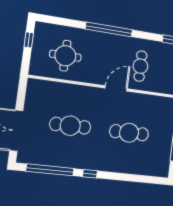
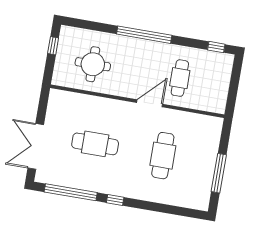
cafe table: (129, 133) -> (163, 156), turned 90

